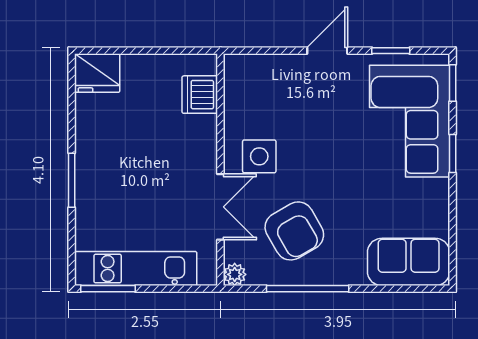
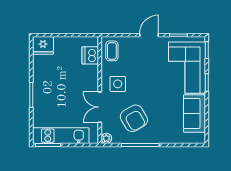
coffee table: (247, 85) -> (112, 51), added
double door: (220, 207) -> (100, 107), swing flipped
sofa: (409, 262) -> (195, 113), moved, turned -90

